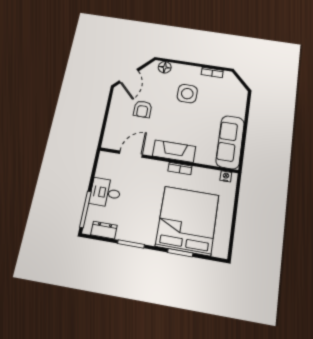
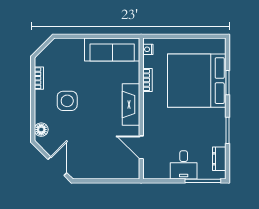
door: (129, 76) -> (57, 166), hinge flipped
armchair: (143, 109) -> (92, 144), removed
bookcase: (180, 168) -> (147, 80), moved

